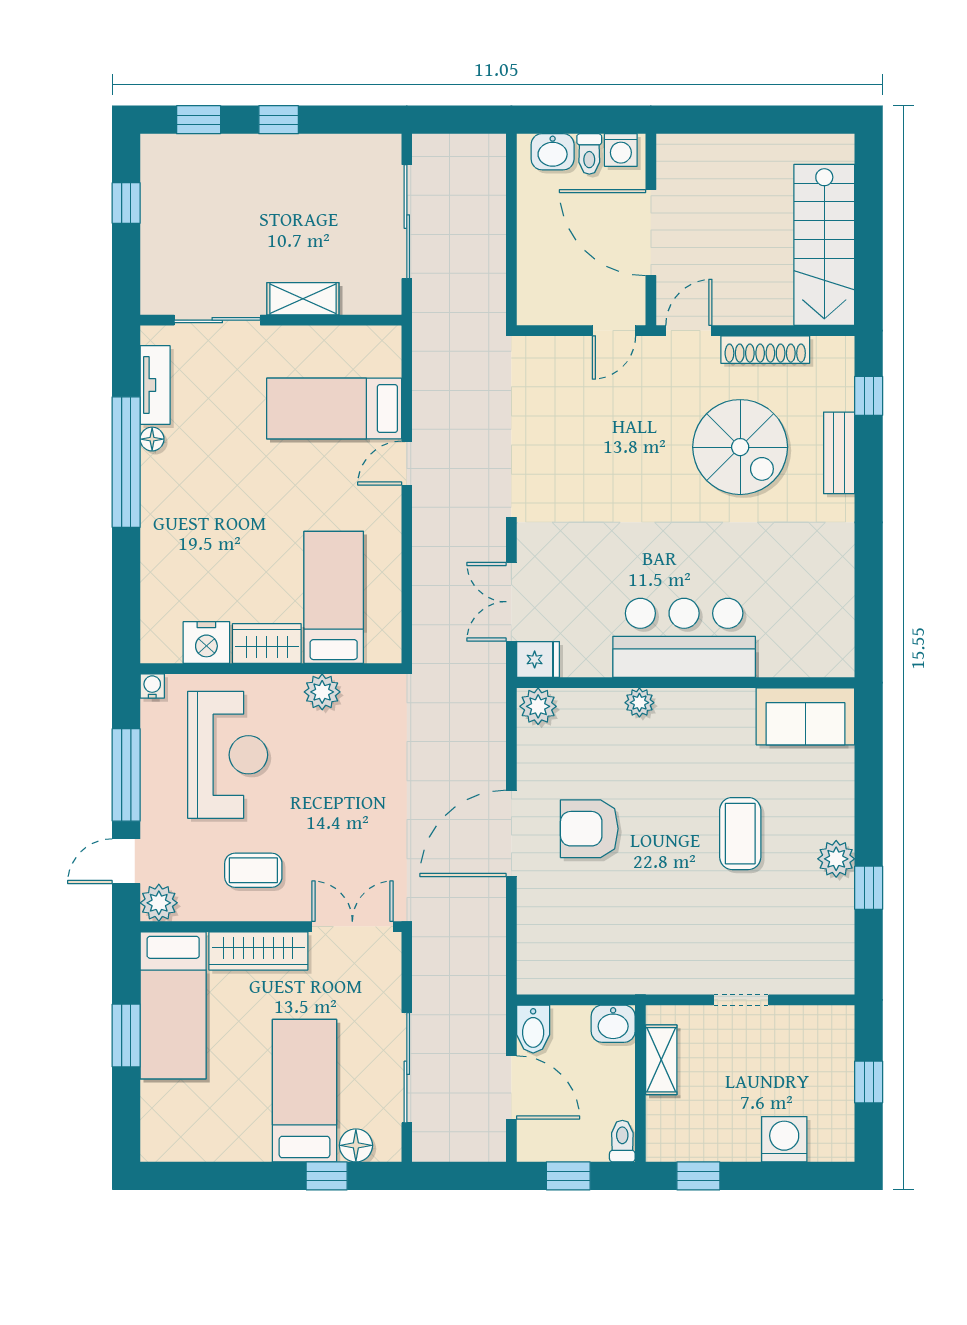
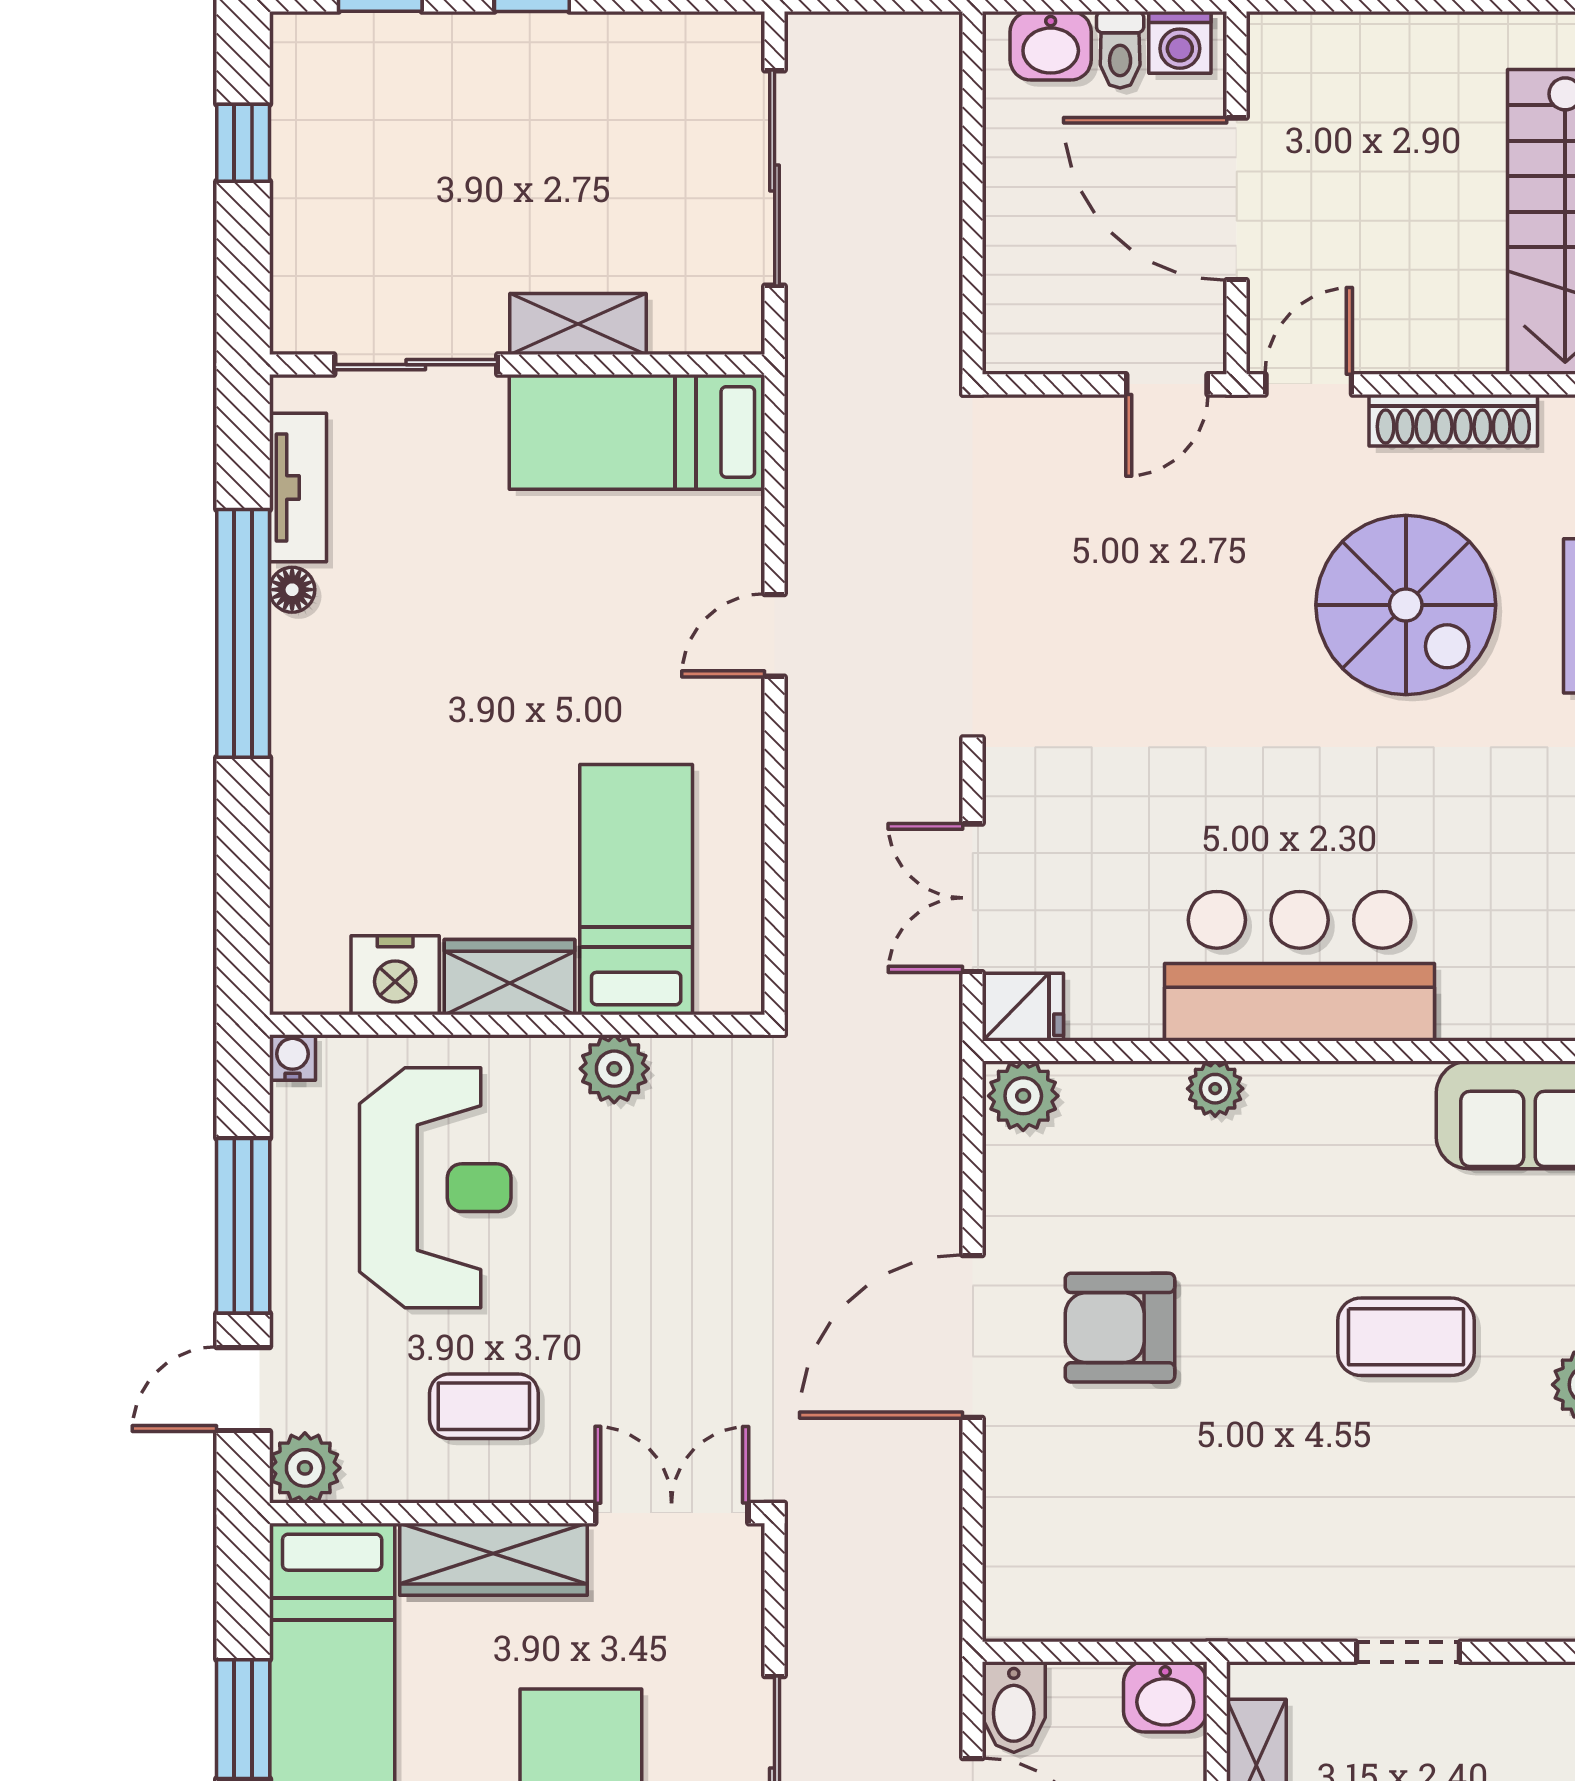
bed: (334, 409) -> (637, 432), moved
coffee table: (740, 834) -> (1406, 1337), turned 90

